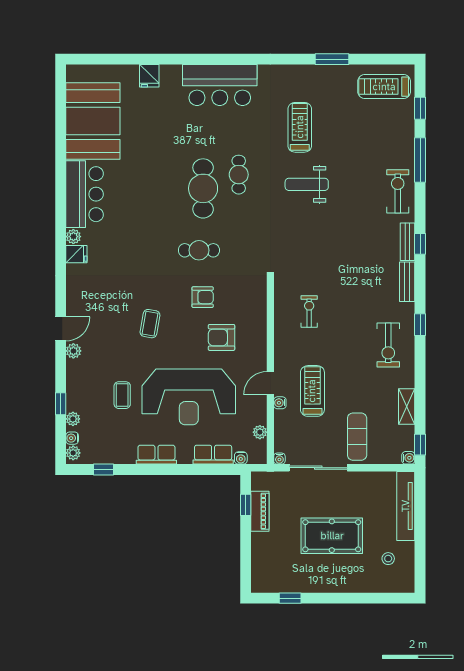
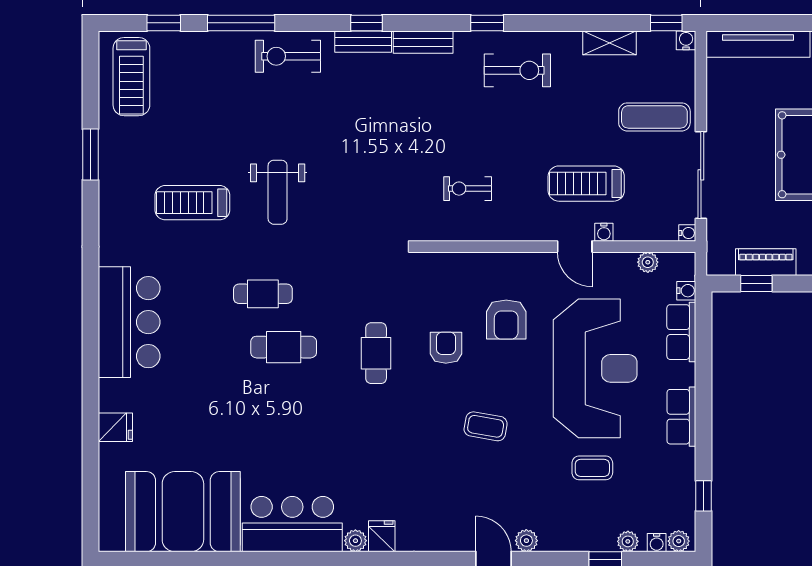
cafe table: (203, 188) -> (284, 347), width x0.73, depth x0.74

